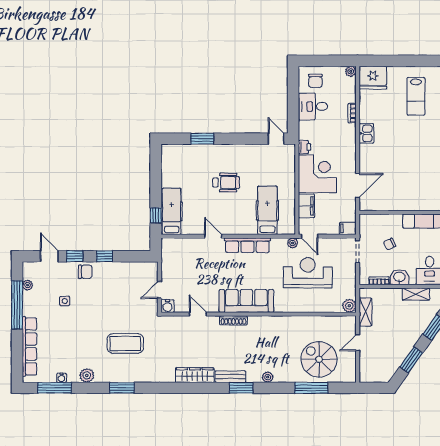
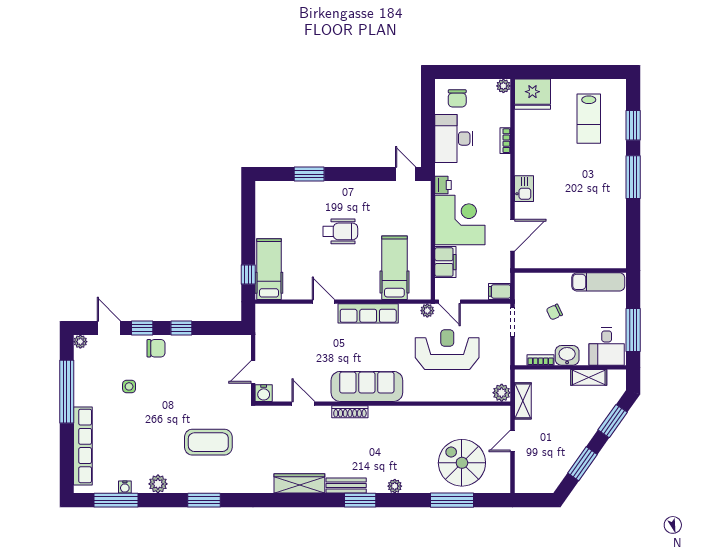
desk: (313, 107) -> (454, 139), width x1.37
kitchen sink: (366, 133) -> (524, 189), moved
plant: (27, 285) -> (80, 342), moved

